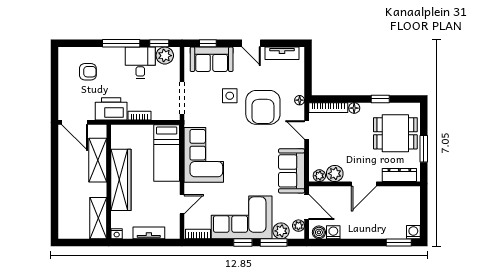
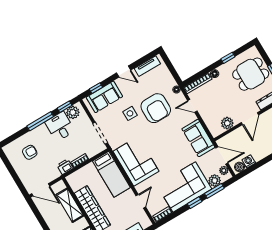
printer: (111, 109) -> (65, 167), width x0.53, depth x0.68
plant: (319, 176) -> (218, 130), removed

